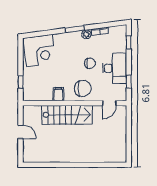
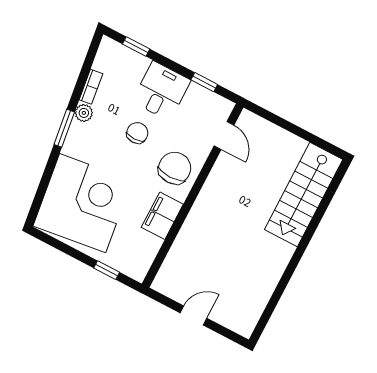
corner desk: (39, 51) -> (83, 203), width x1.36, depth x1.36
desk: (115, 68) -> (161, 91), width x0.73
filing cabinet: (58, 94) -> (162, 216), width x2.00
stairs: (67, 115) -> (304, 195), moved, turned 180

